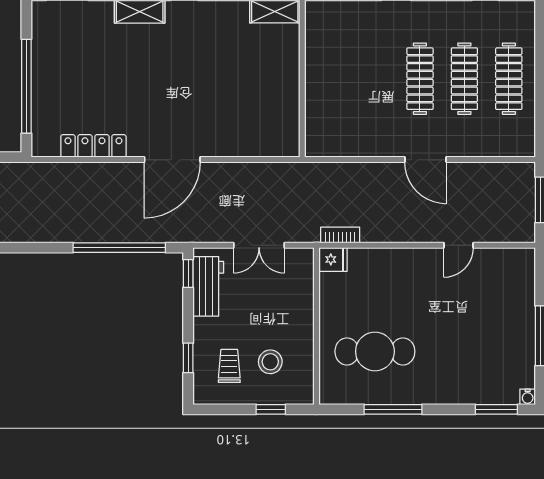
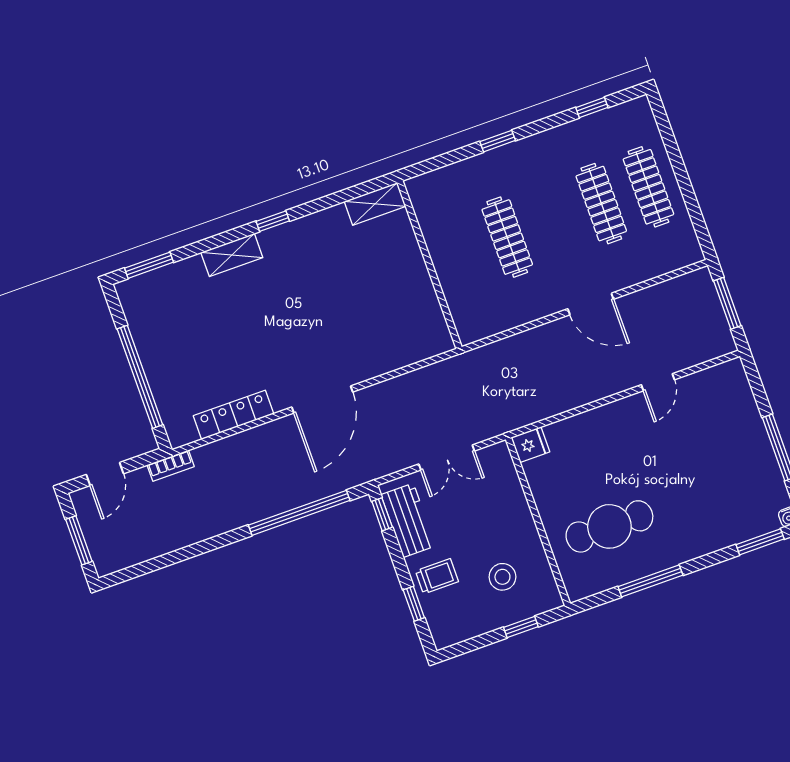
clothes rail: (420, 79) -> (507, 237), moved
bookcase: (340, 235) -> (171, 466), moved, turned 180
trolley: (229, 366) -> (437, 576), moved, turned 90

